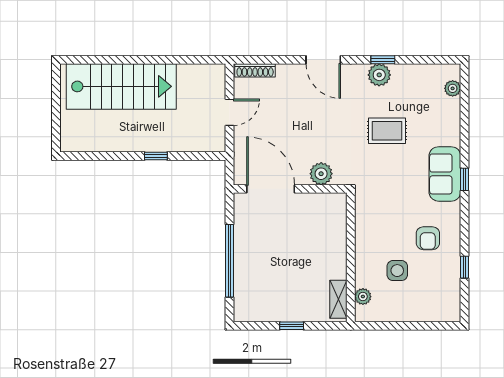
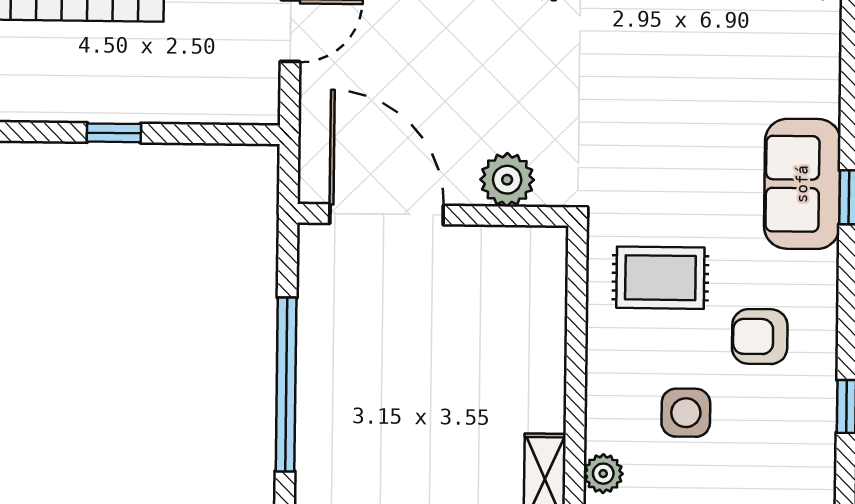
rug: (387, 131) -> (660, 278), moved
armchair: (428, 238) -> (760, 337), turned 90

